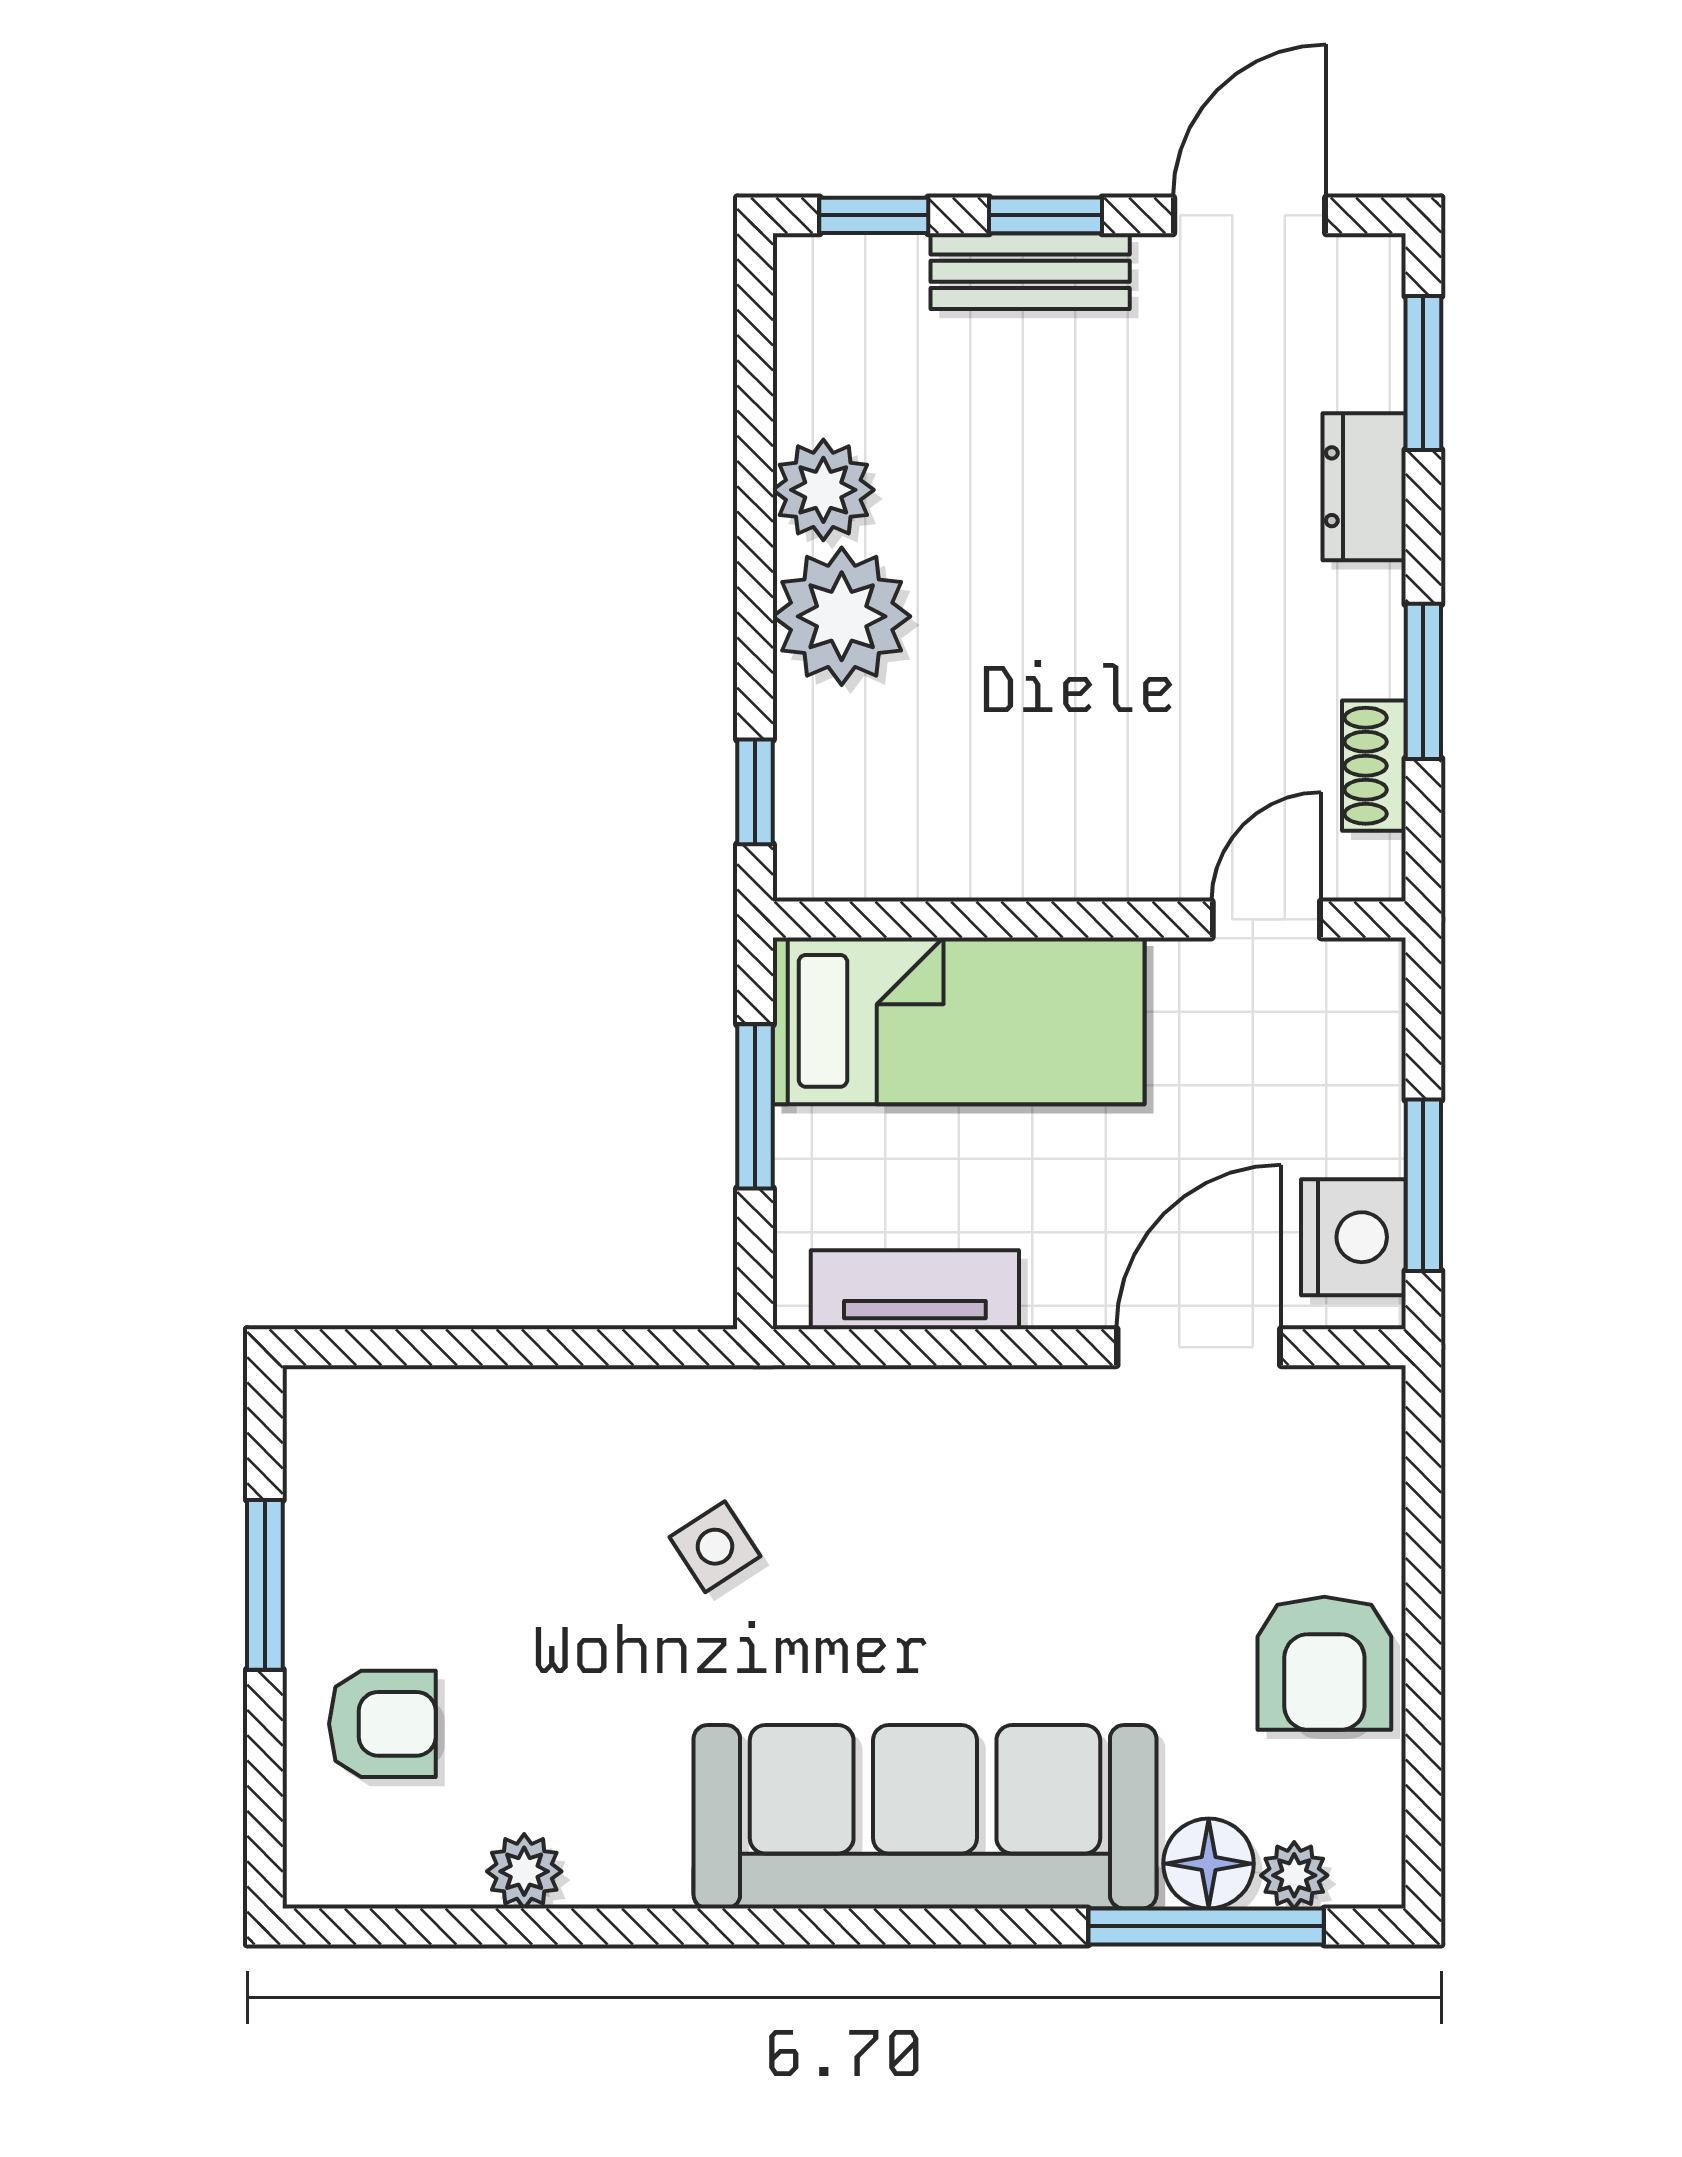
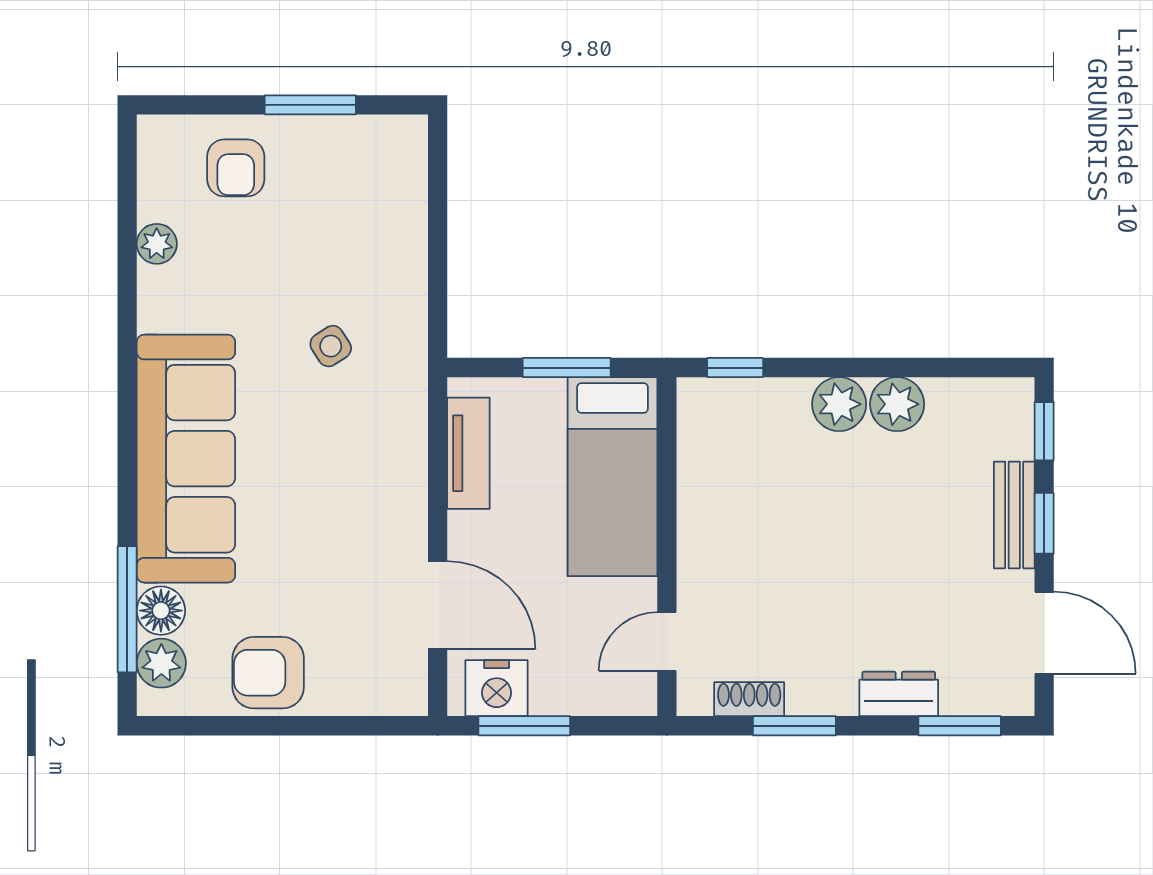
plant: (842, 616) -> (839, 404), width x0.73, depth x0.73
door: (1266, 919) -> (667, 642), swing flipped
plant: (1294, 1875) -> (161, 663), width x1.38, depth x1.38

